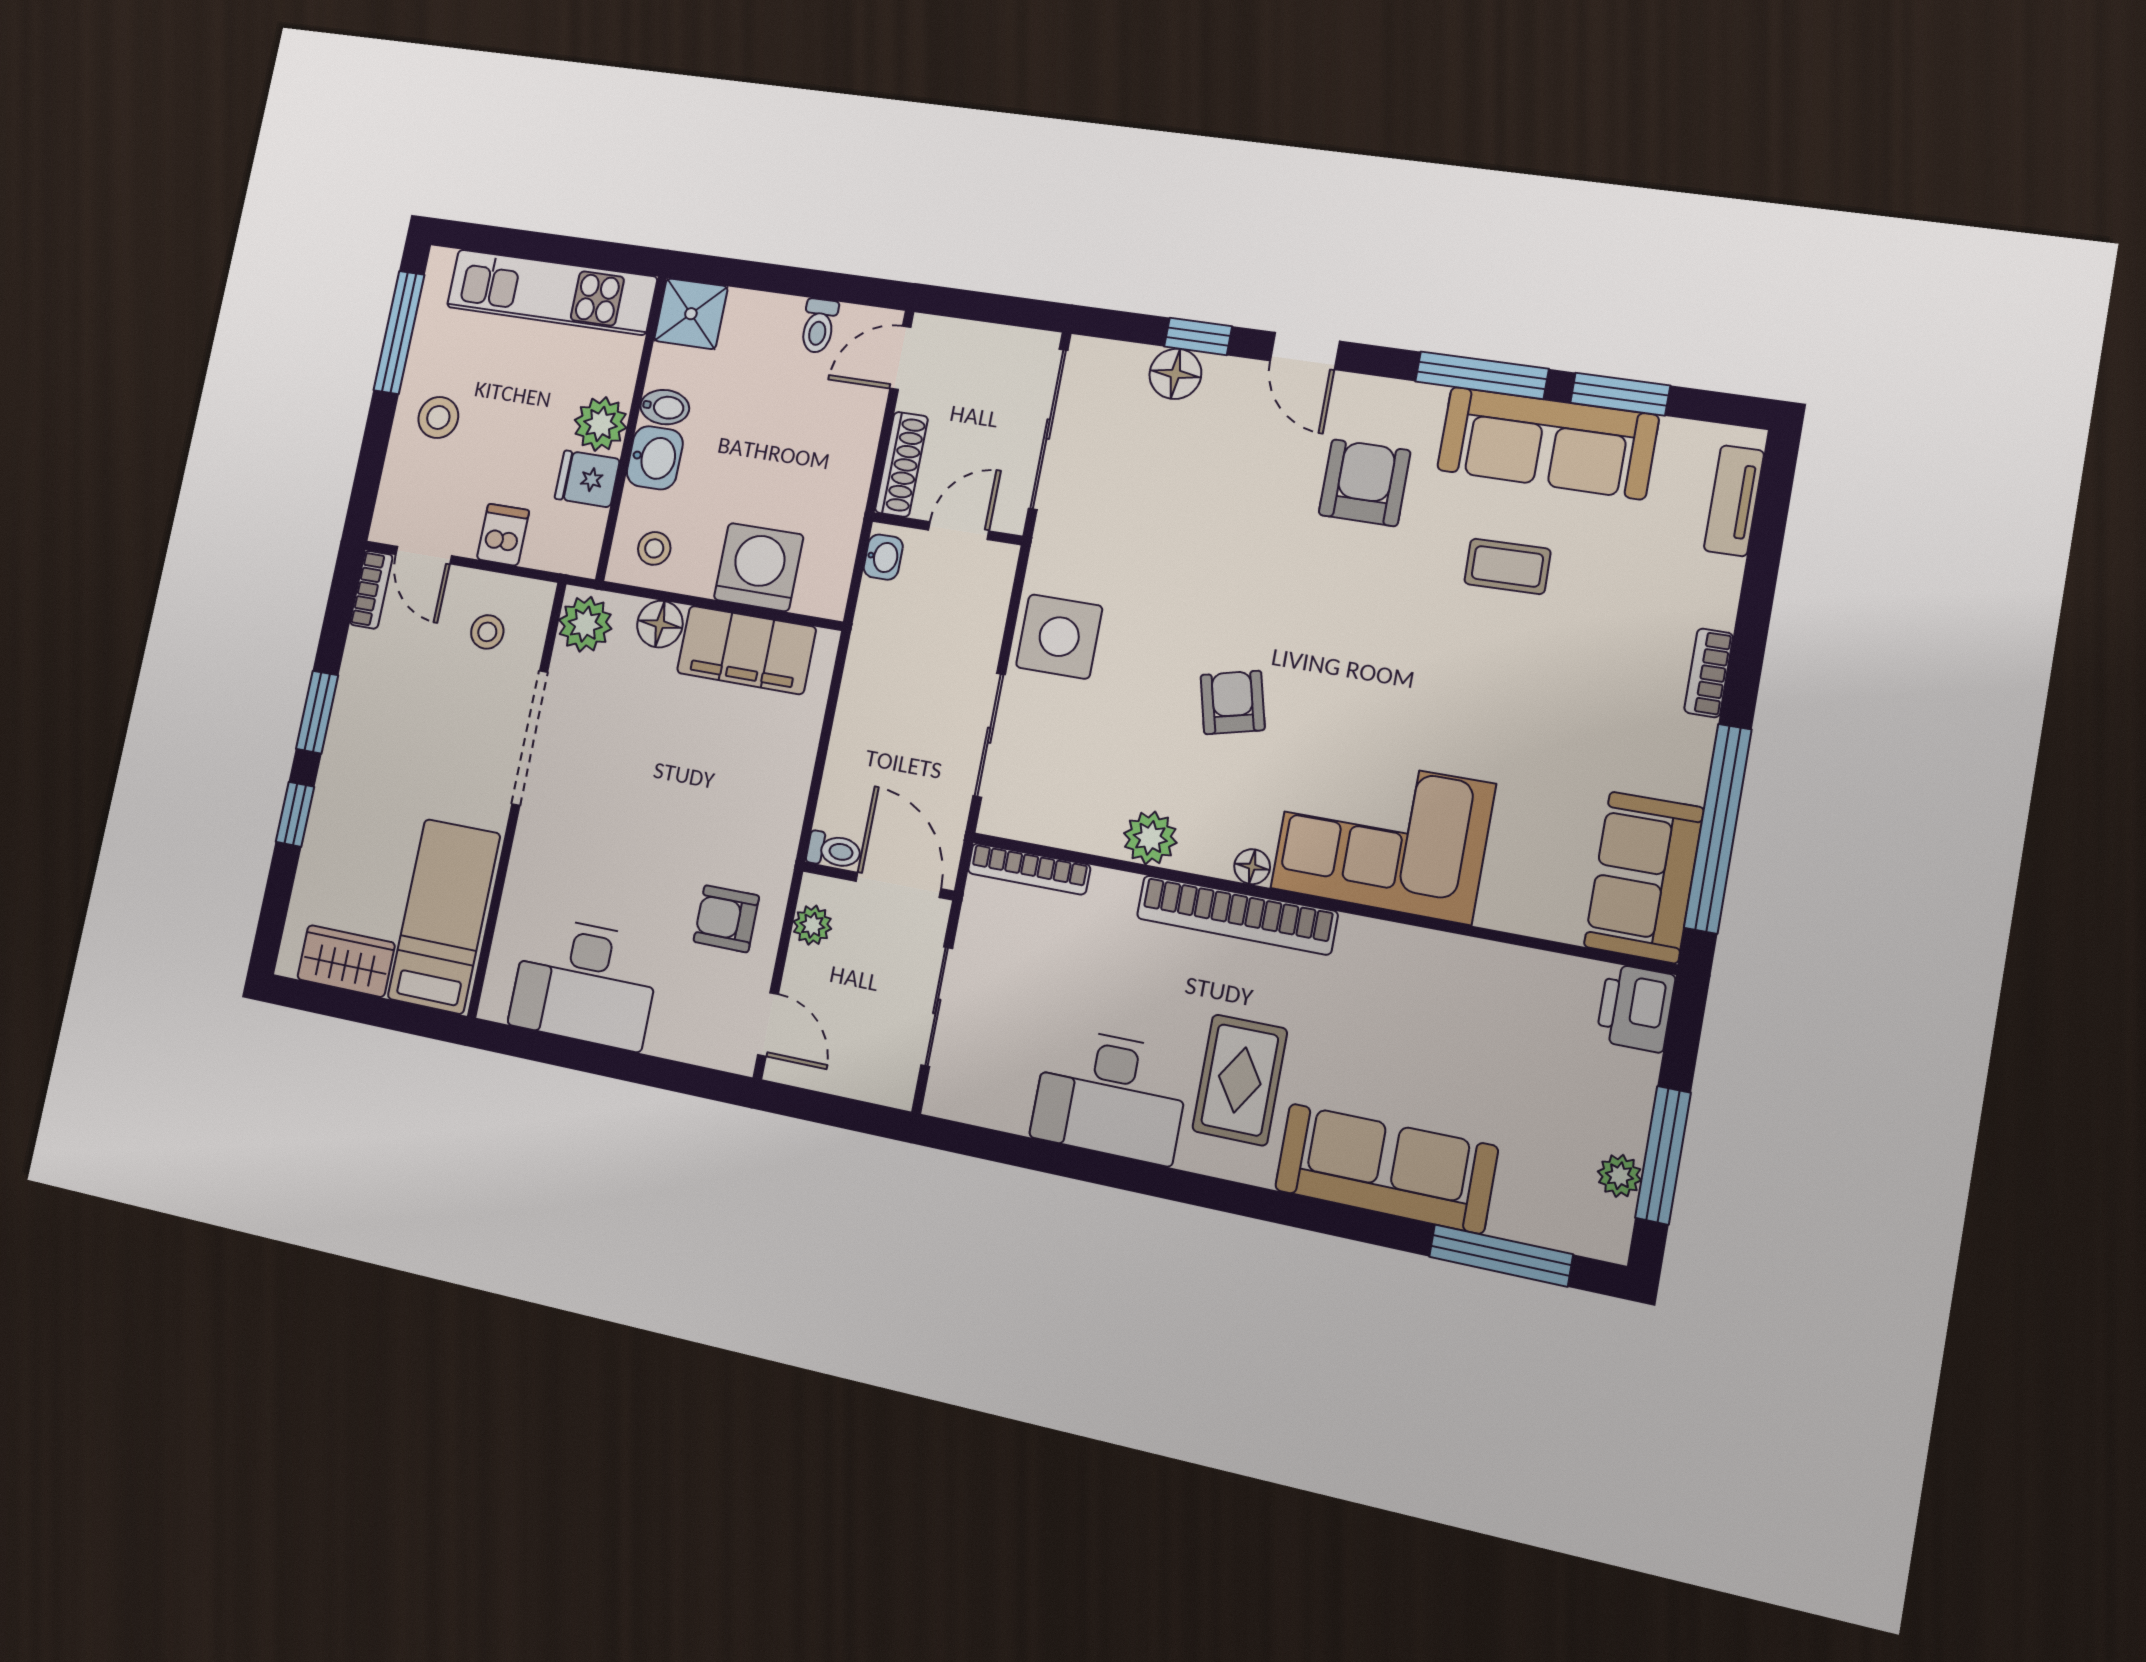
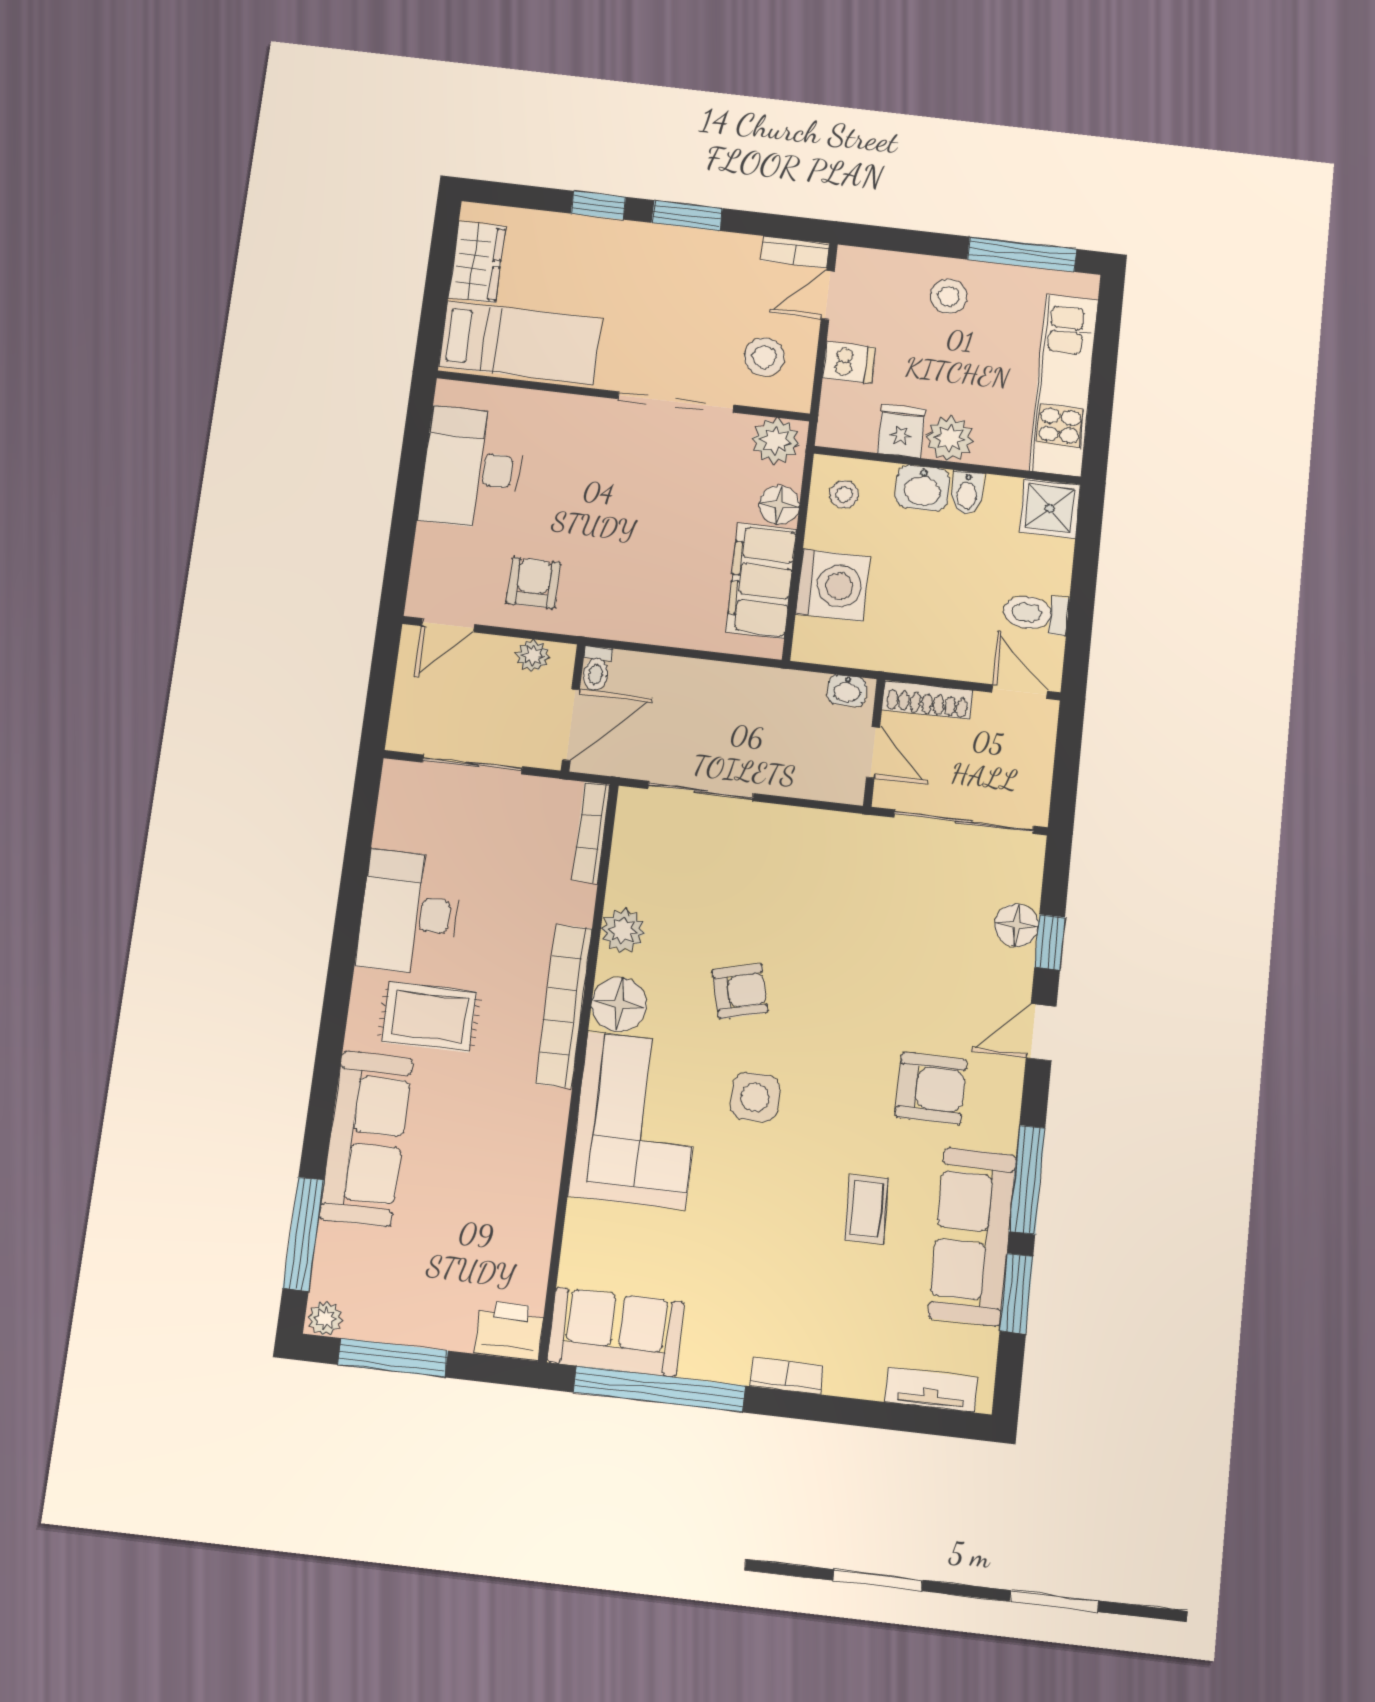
toilet: (819, 326) -> (1036, 613), width x1.37, depth x1.39
stool: (487, 632) -> (764, 357), width x1.37, depth x1.37
side table: (1059, 637) -> (755, 1097), moved, width x0.73, depth x0.73
floor lamp: (1252, 867) -> (619, 1004), width x1.89, depth x1.89
plant: (1619, 1176) -> (325, 1319), moved

